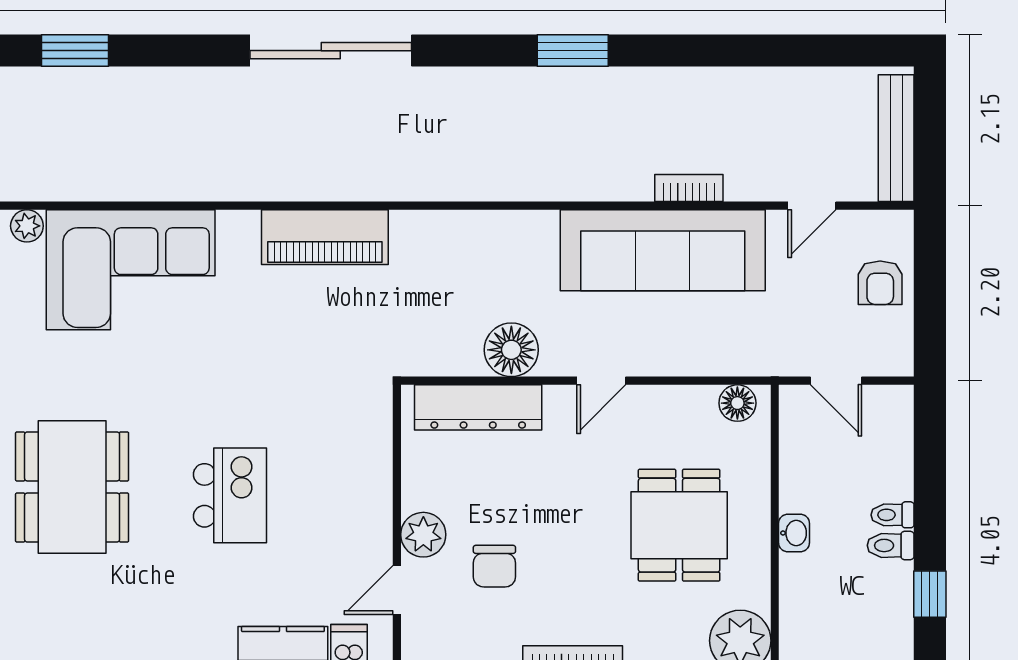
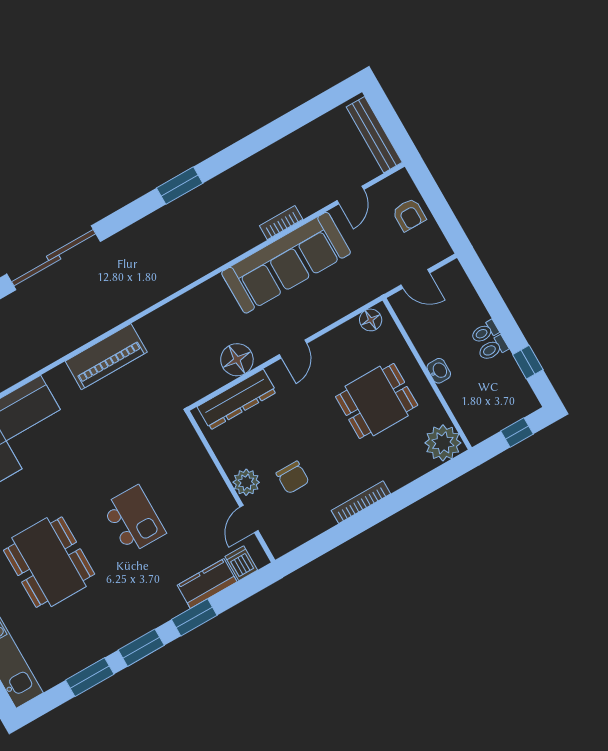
dining table: (679, 525) -> (377, 401), turned 90

